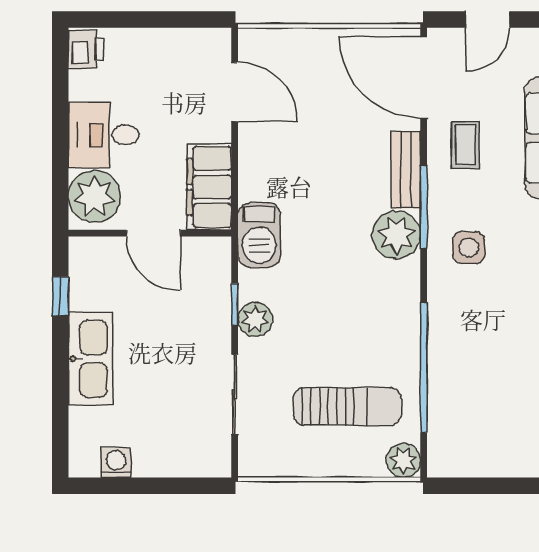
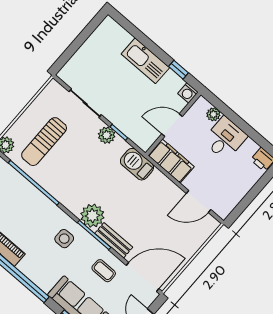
plant: (95, 196) -> (213, 114), width x0.53, depth x0.53
washing machine: (116, 463) -> (188, 93), moved, turned 90

